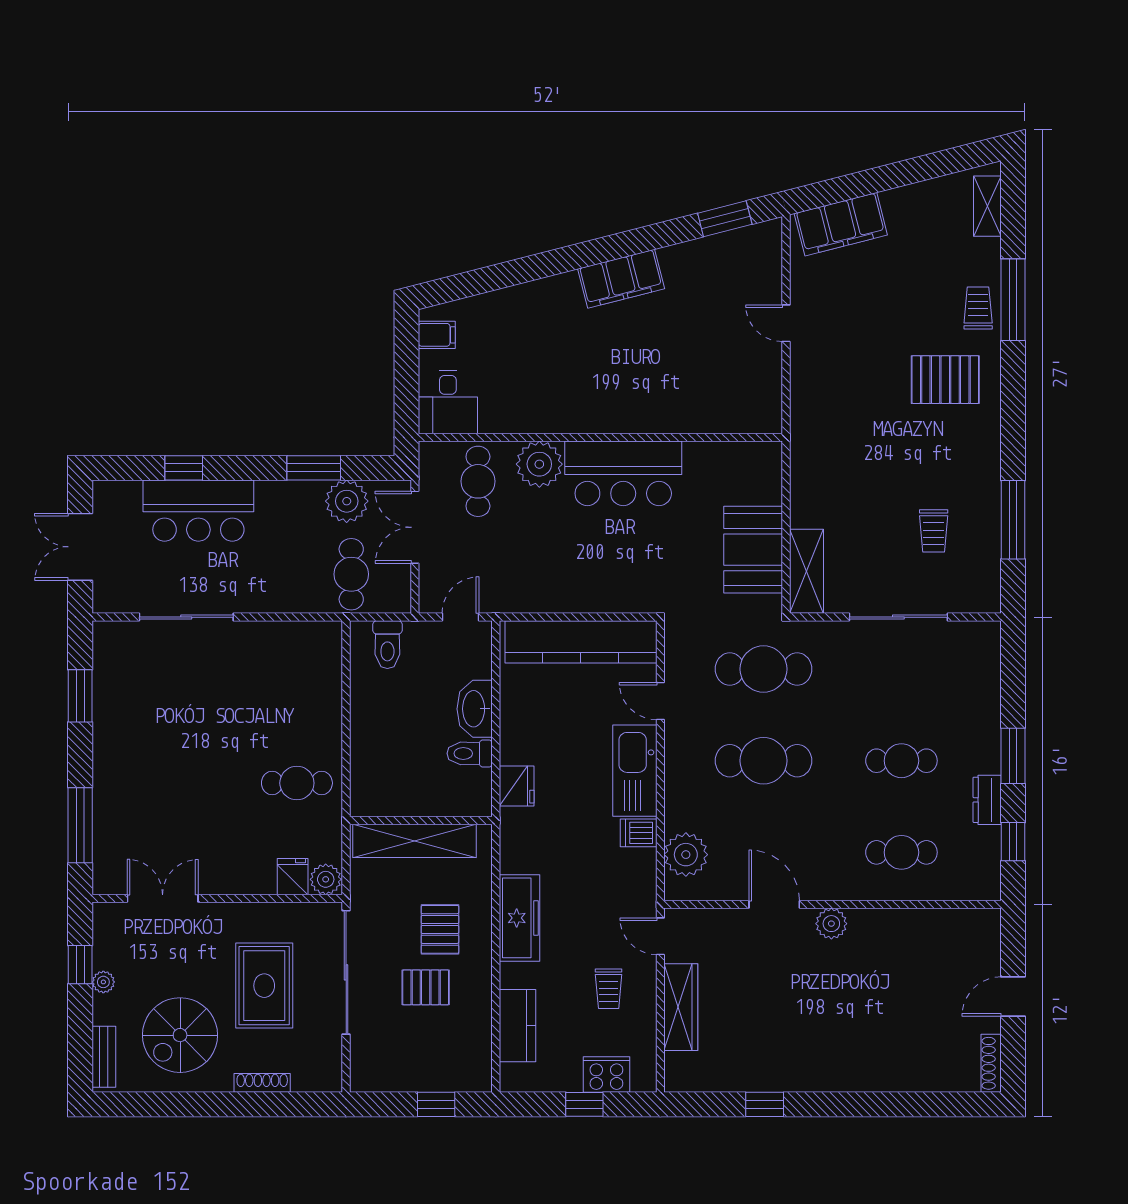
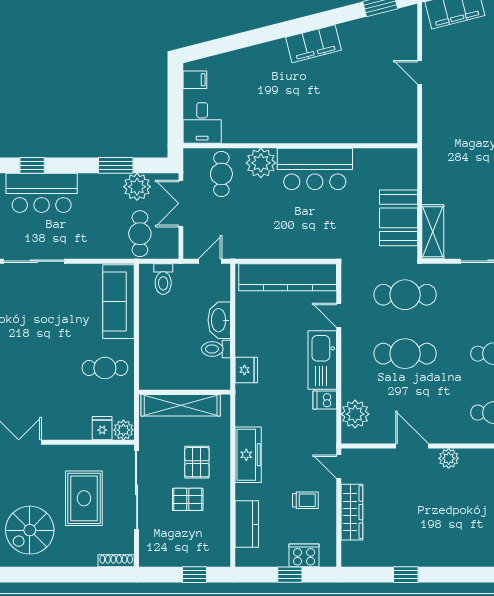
sofa: (318, 680) -> (118, 302), added
trolley: (609, 989) -> (305, 500), turned -90
shoe rack: (262, 1083) -> (116, 561), moved

